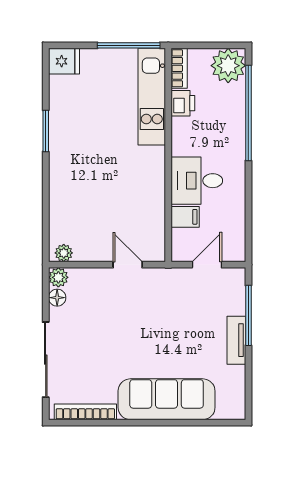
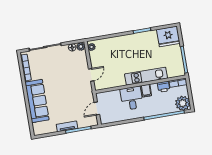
fridge: (64, 61) -> (168, 36), width x1.88, depth x1.34
kitchen unit: (152, 97) -> (146, 76), moved
filing cabinet: (185, 217) -> (146, 91), moved
door: (207, 265) -> (97, 108), swing flipped

